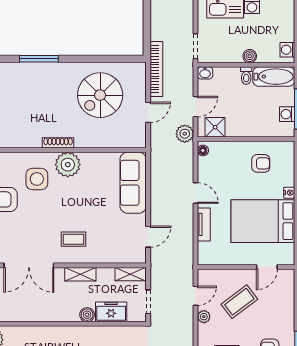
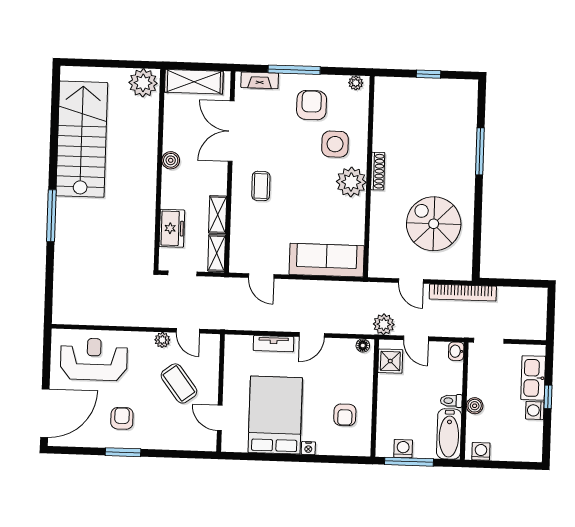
shelving: (80, 274) -> (218, 215), moved
boiler: (87, 315) -> (171, 160), moved

